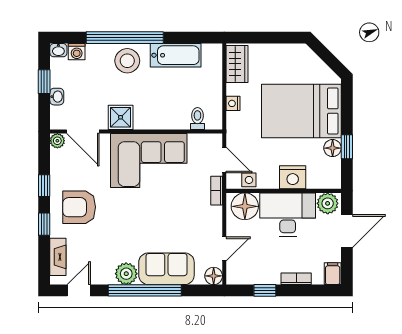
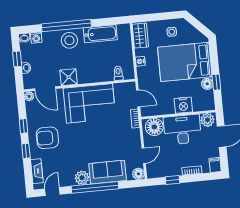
side table: (249, 180) -> (172, 32), moved

